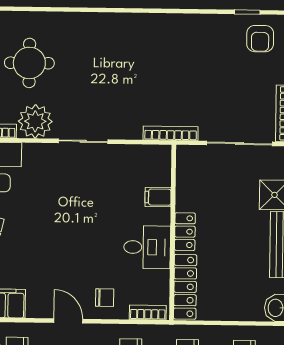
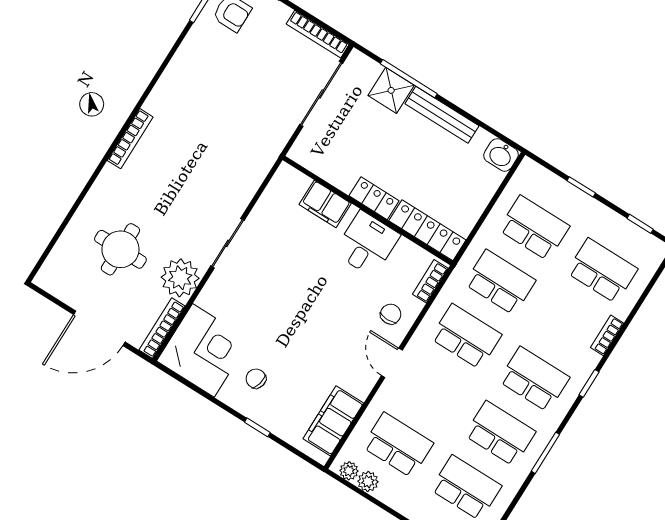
bookcase: (171, 133) -> (130, 139), moved, turned 180
filing cabinet: (158, 197) -> (325, 204), width x2.00
door: (68, 321) -> (392, 363), hinge flipped

